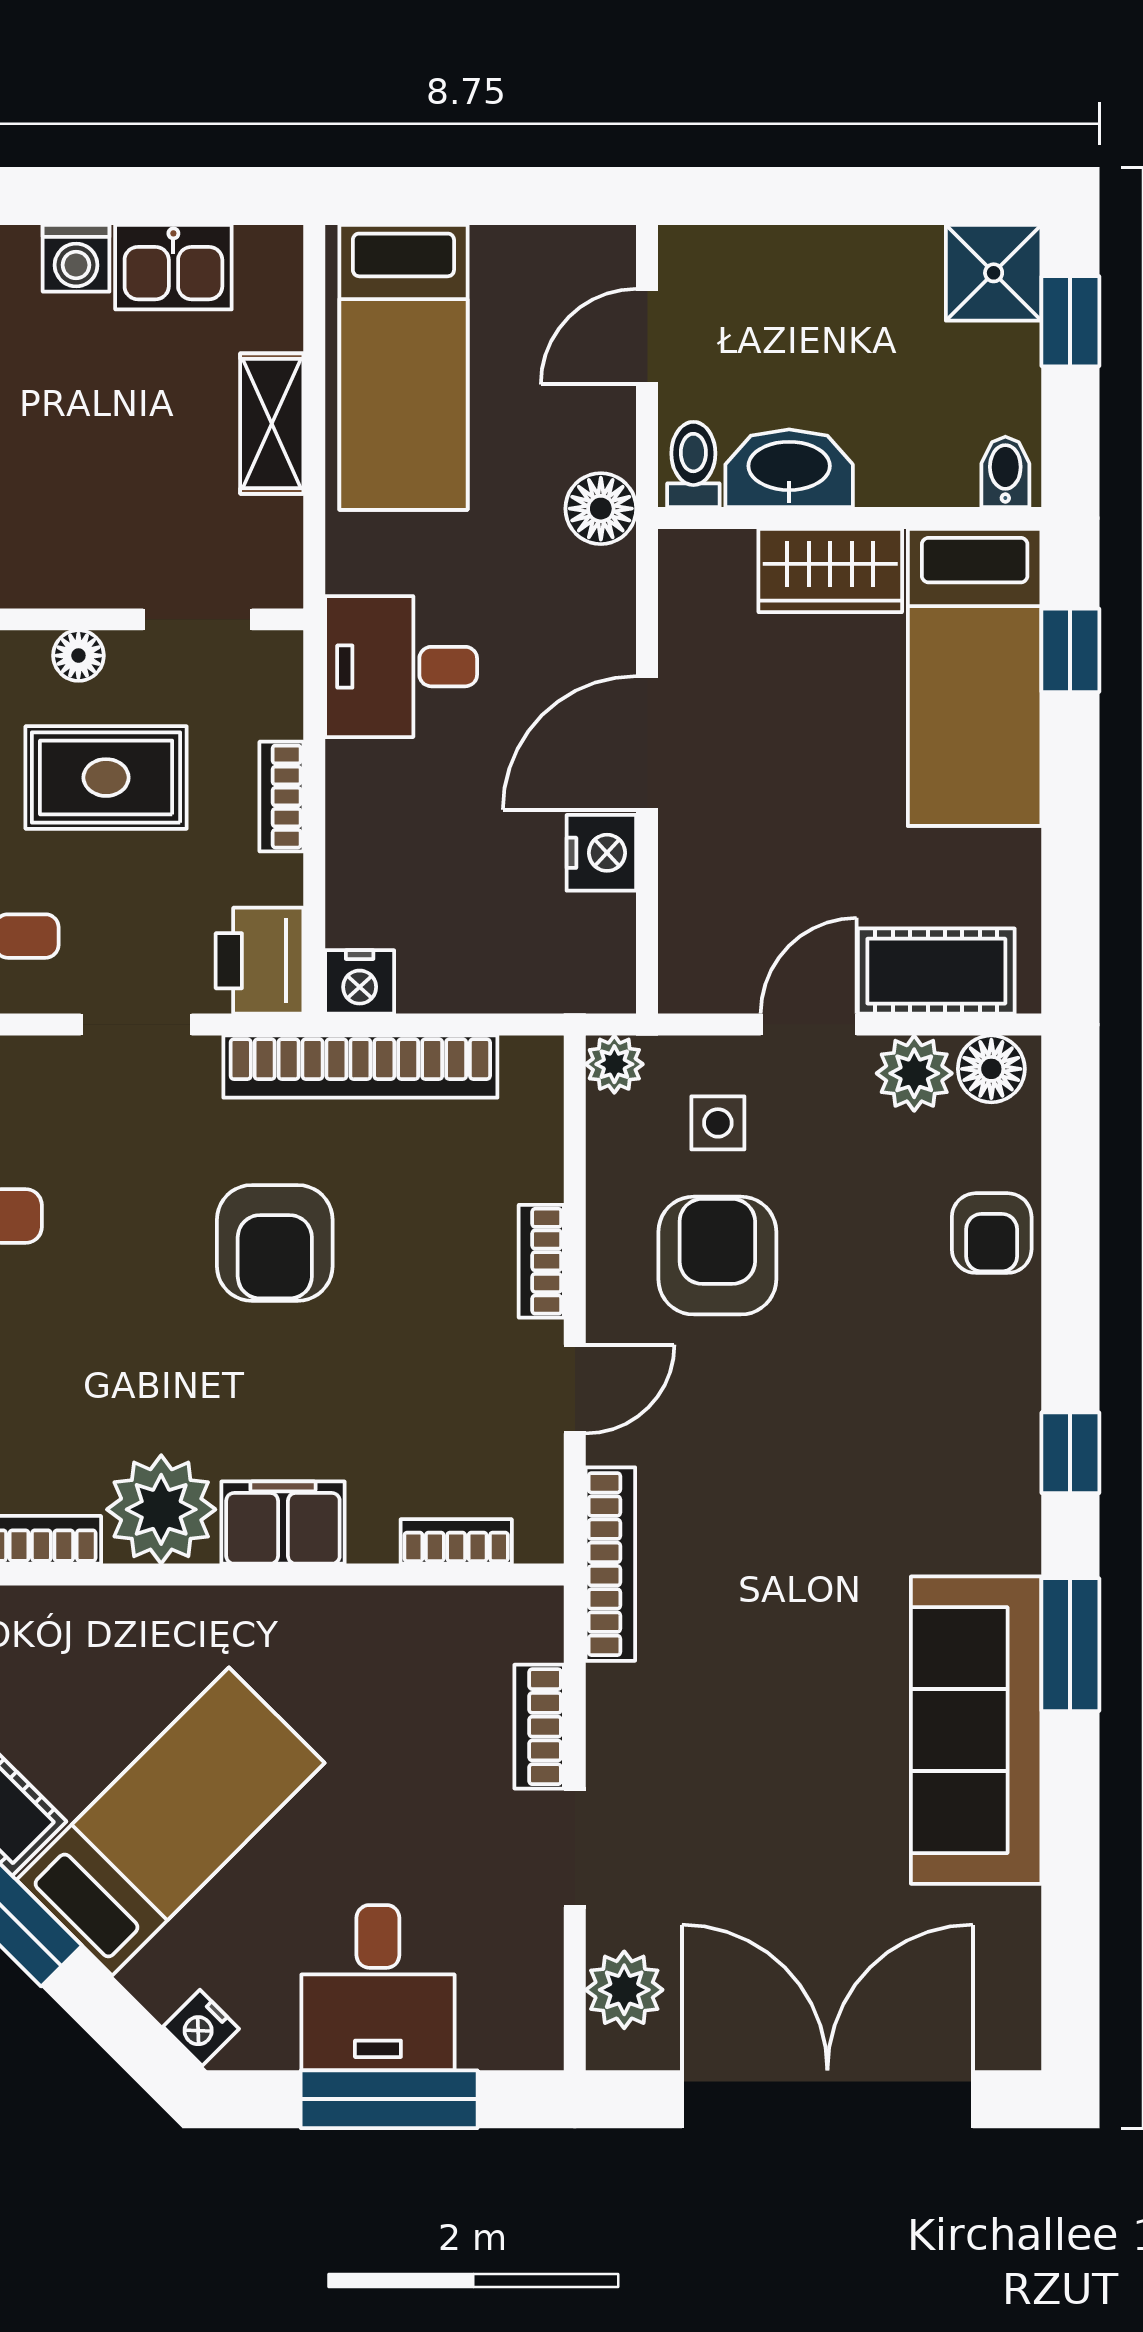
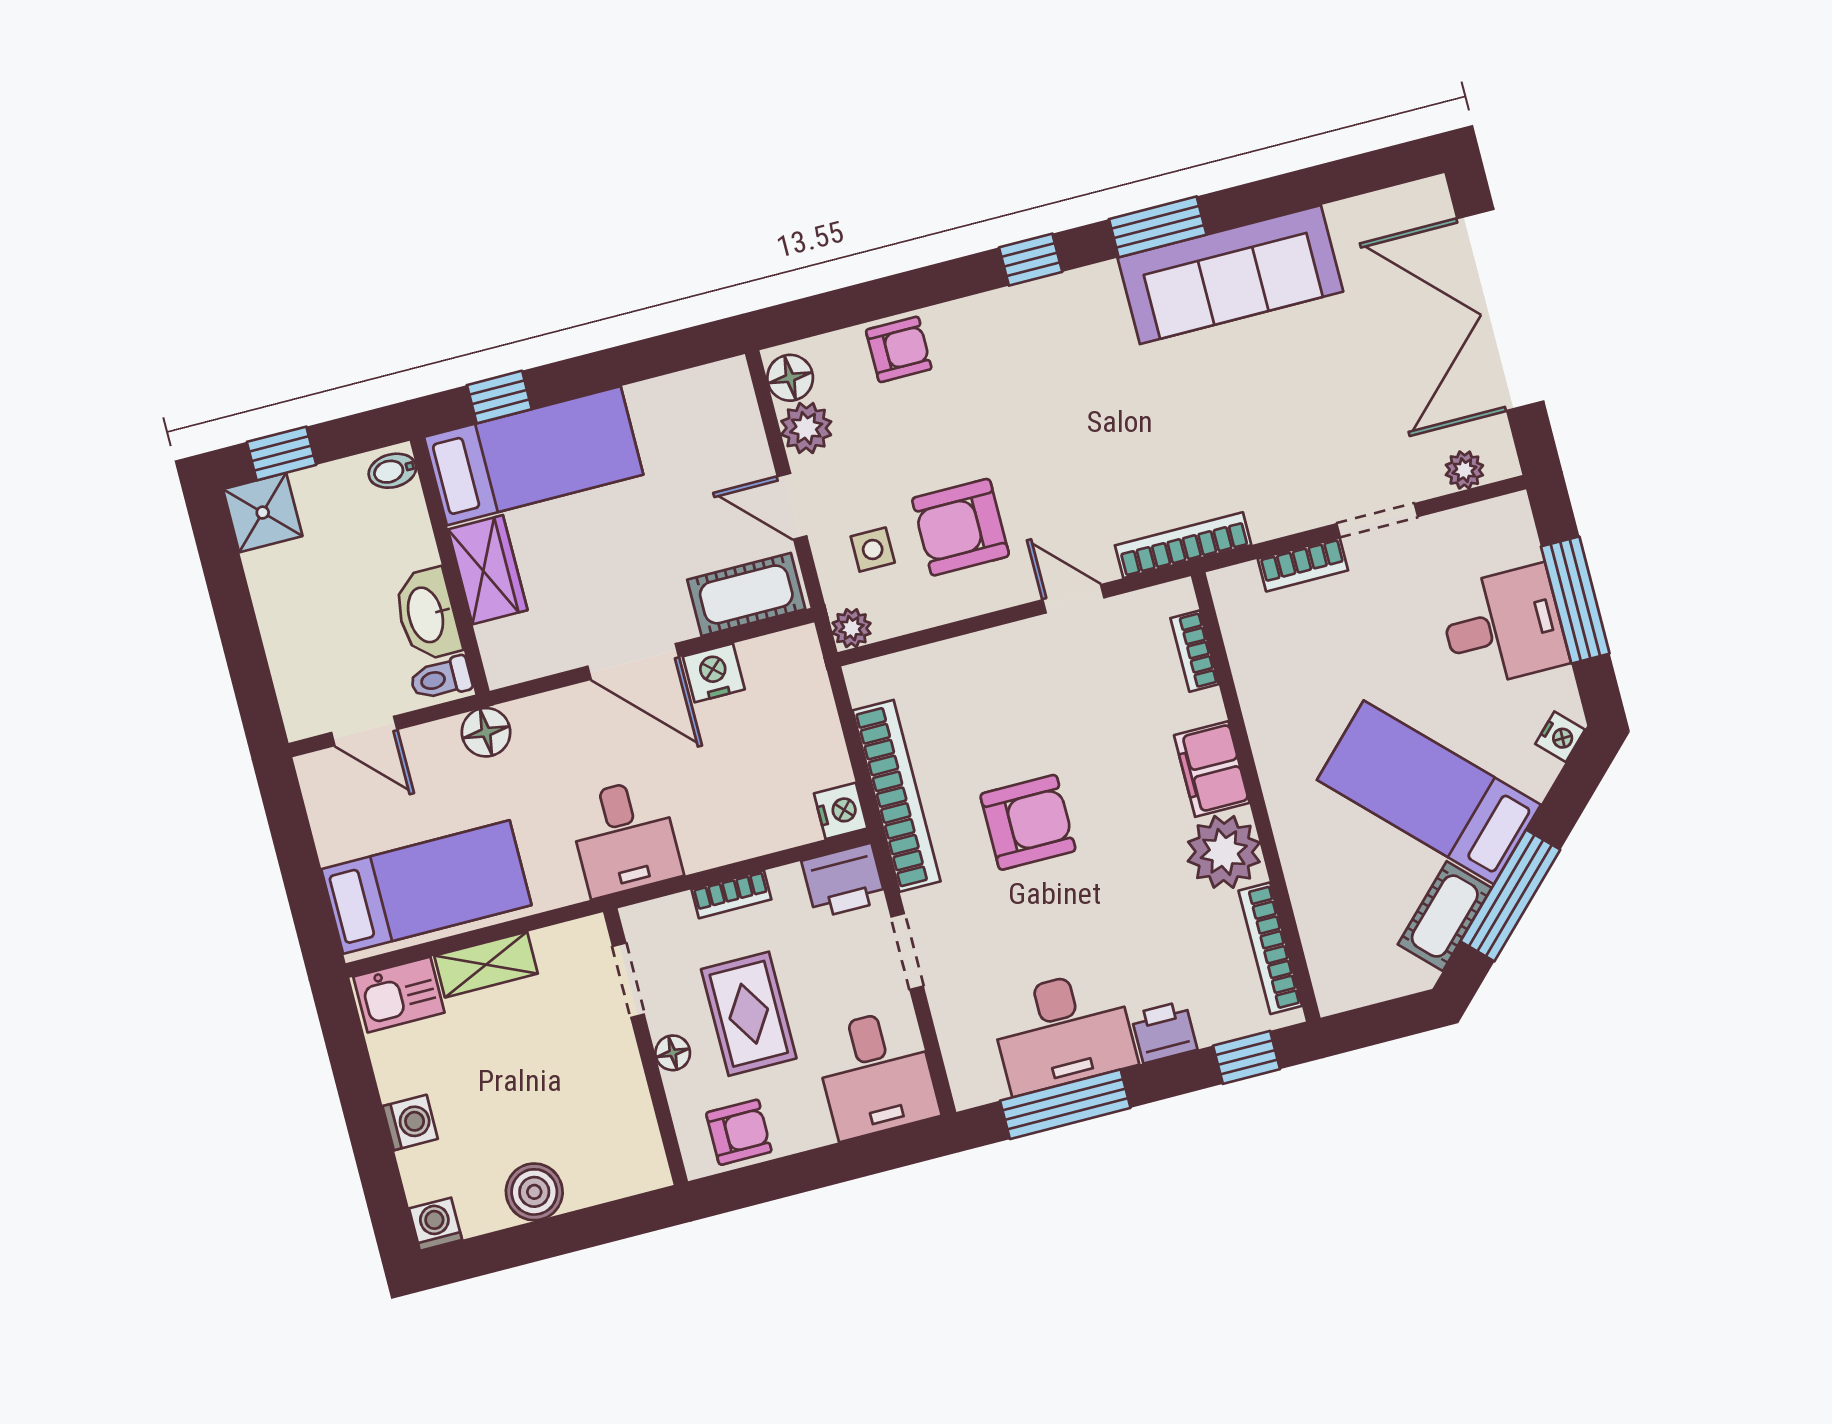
kitchen sink: (173, 267) -> (399, 995), moved, turned 90
cot: (936, 971) -> (746, 594), moved, turned 90
bookcase: (541, 1261) -> (994, 643), removed
plant: (624, 1990) -> (1464, 470), width x0.73, depth x0.73

